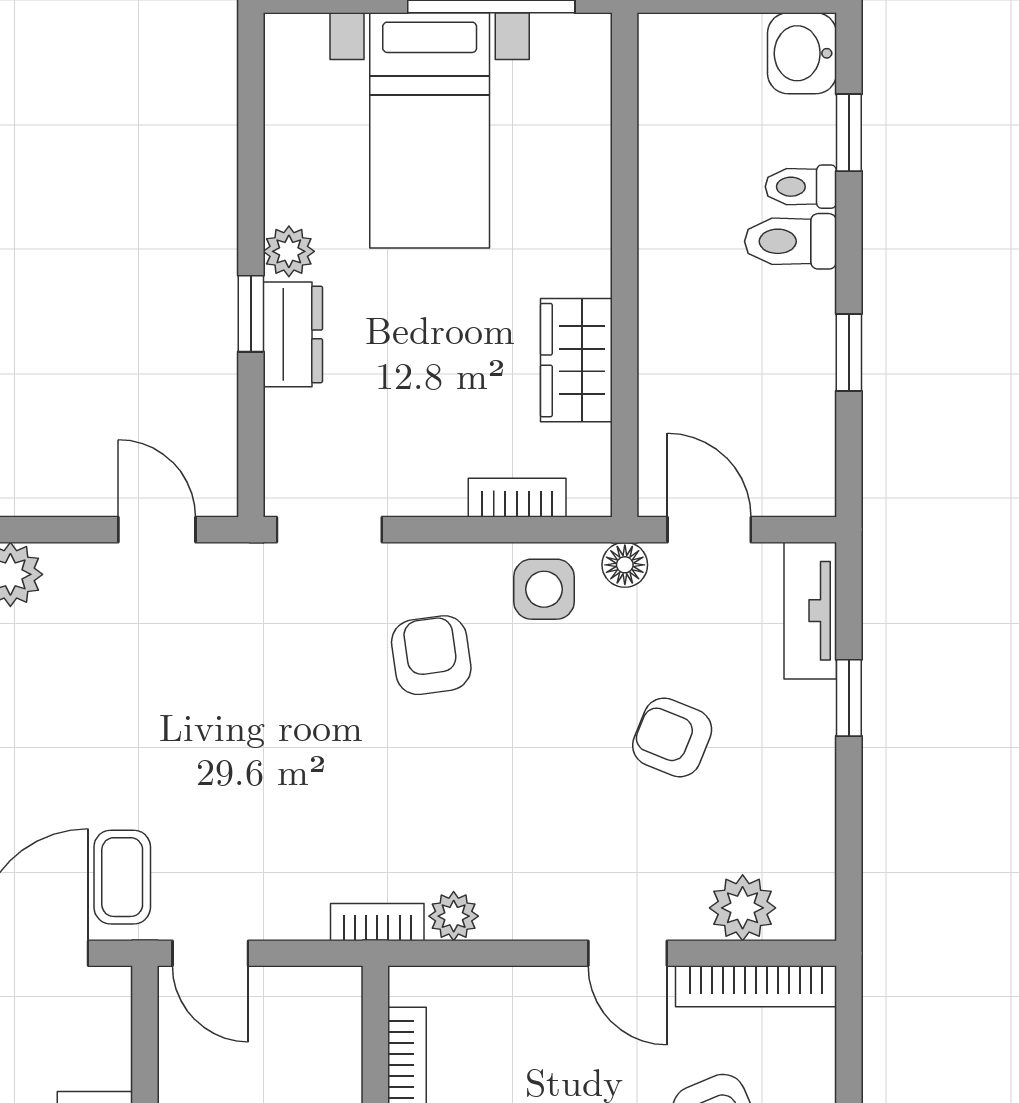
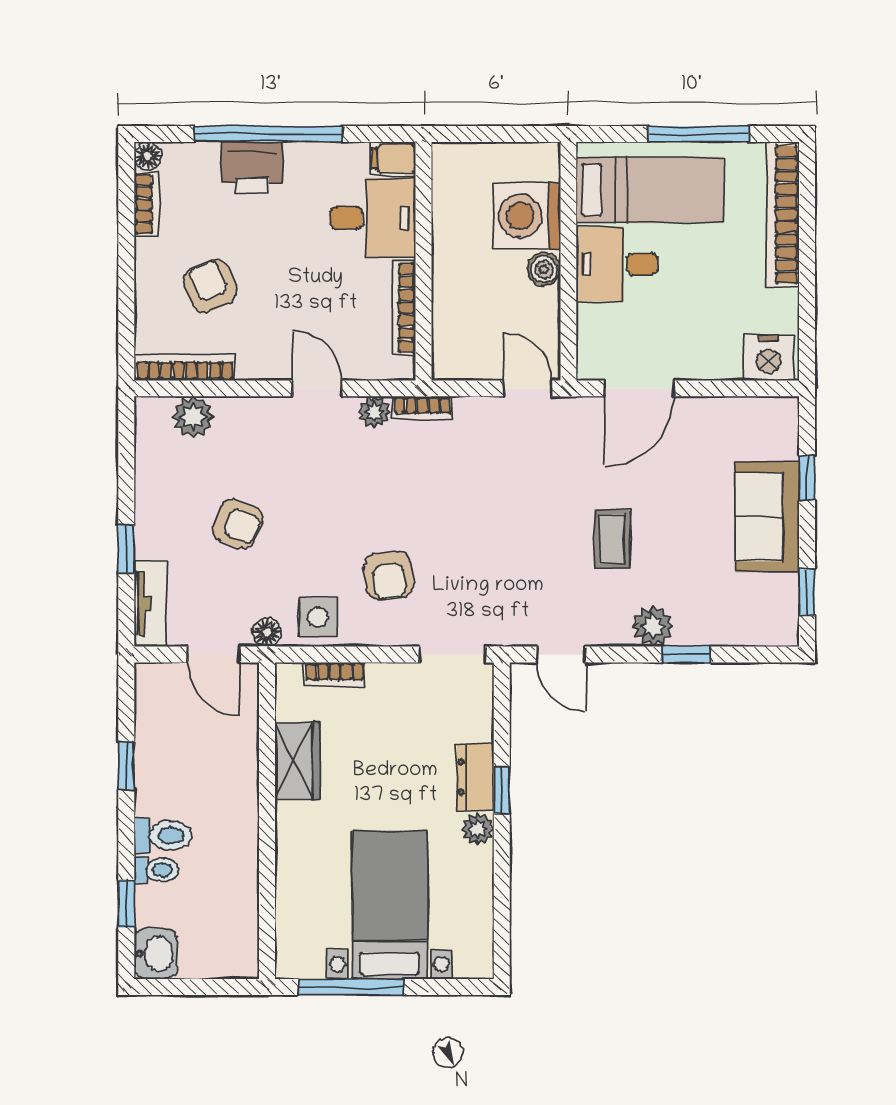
coffee table: (122, 877) -> (612, 539), moved
door: (628, 953) -> (317, 388), moved

